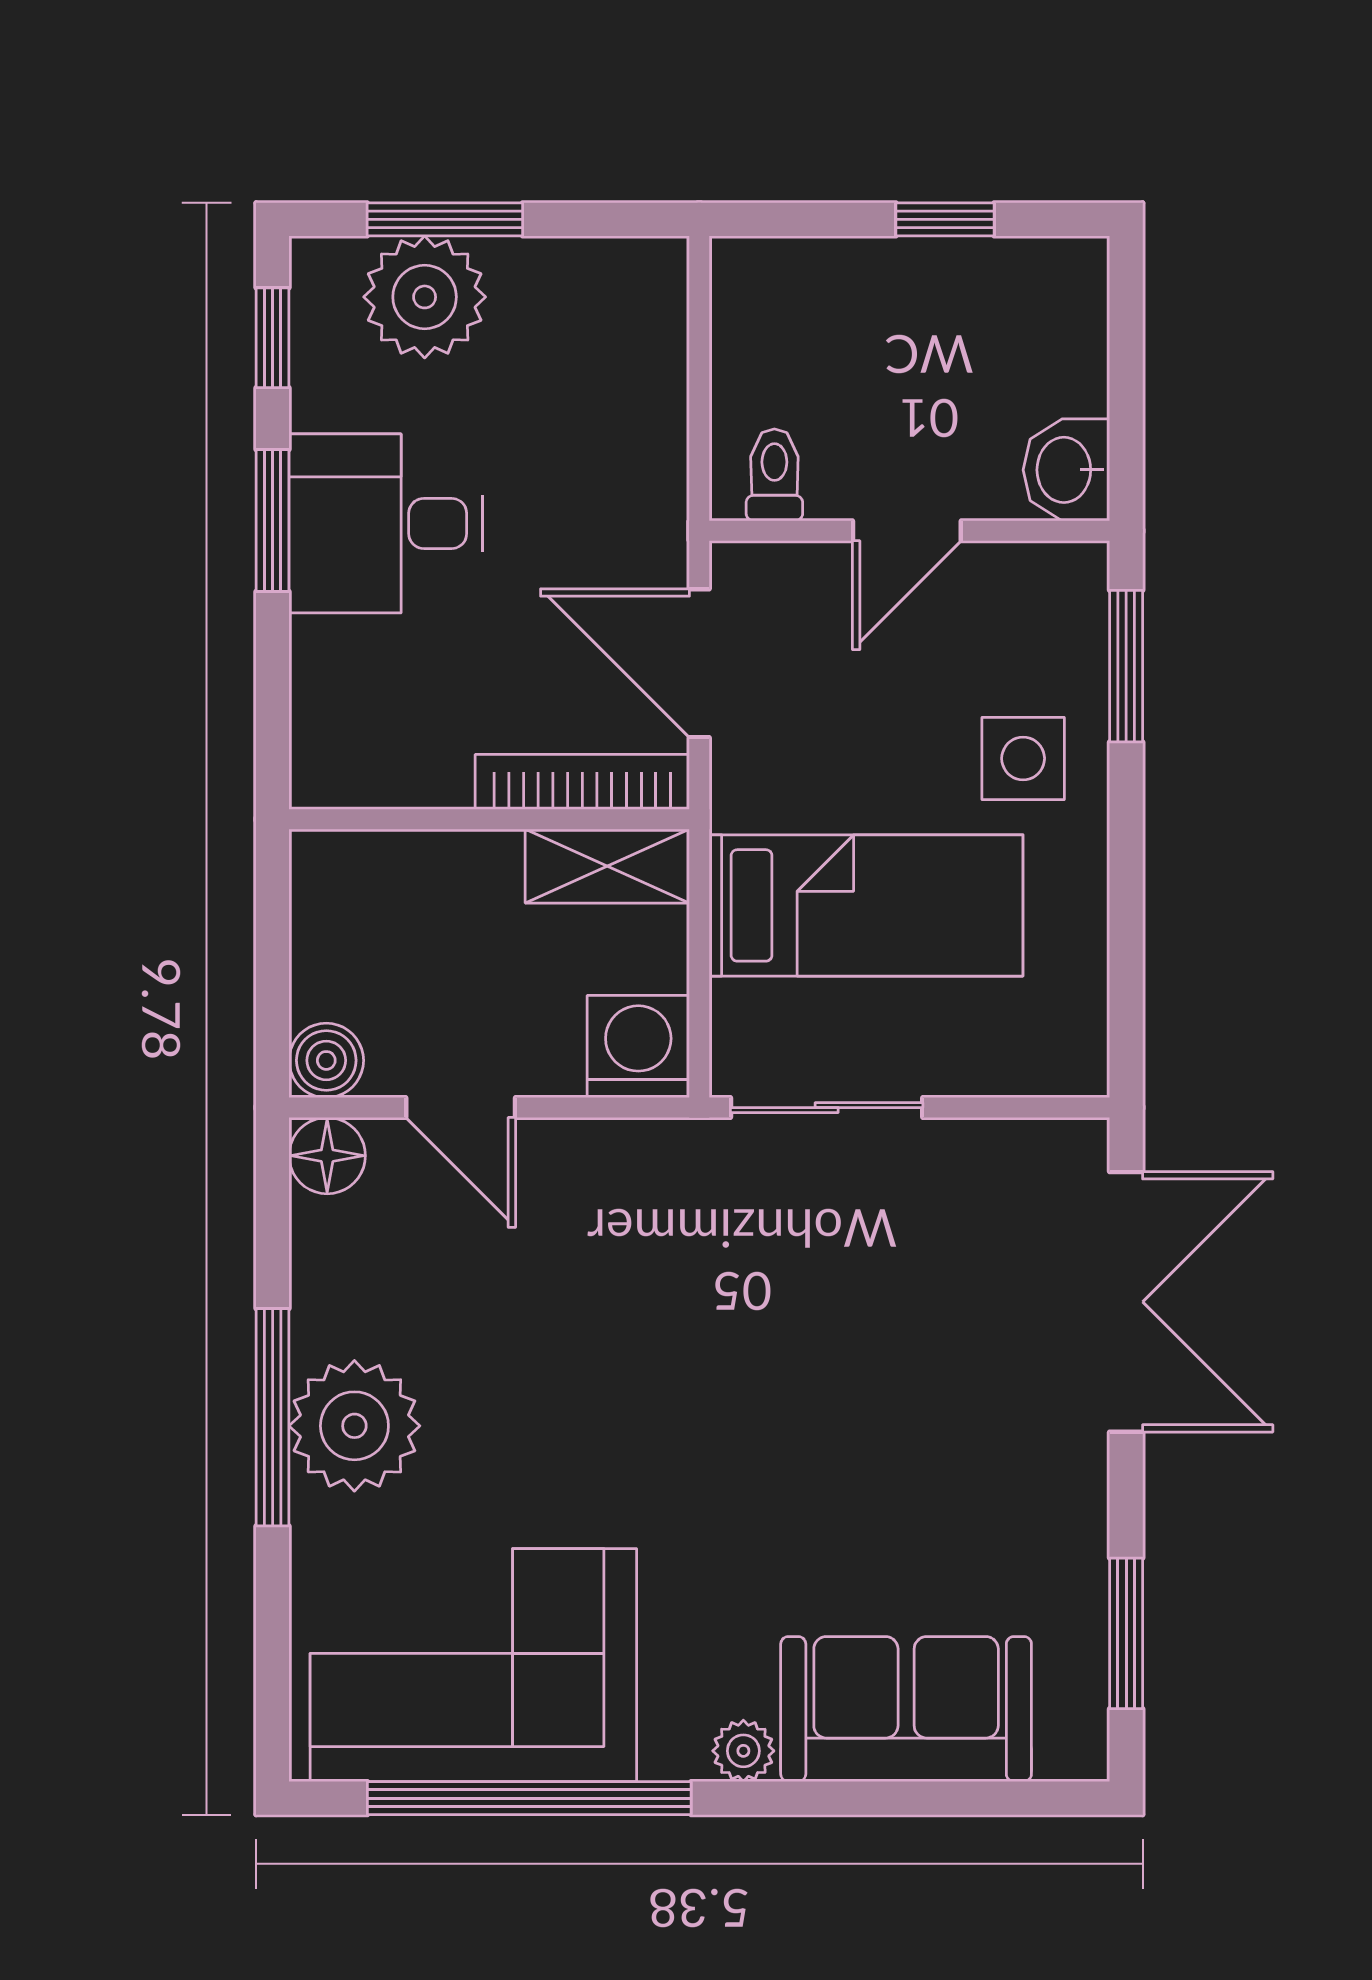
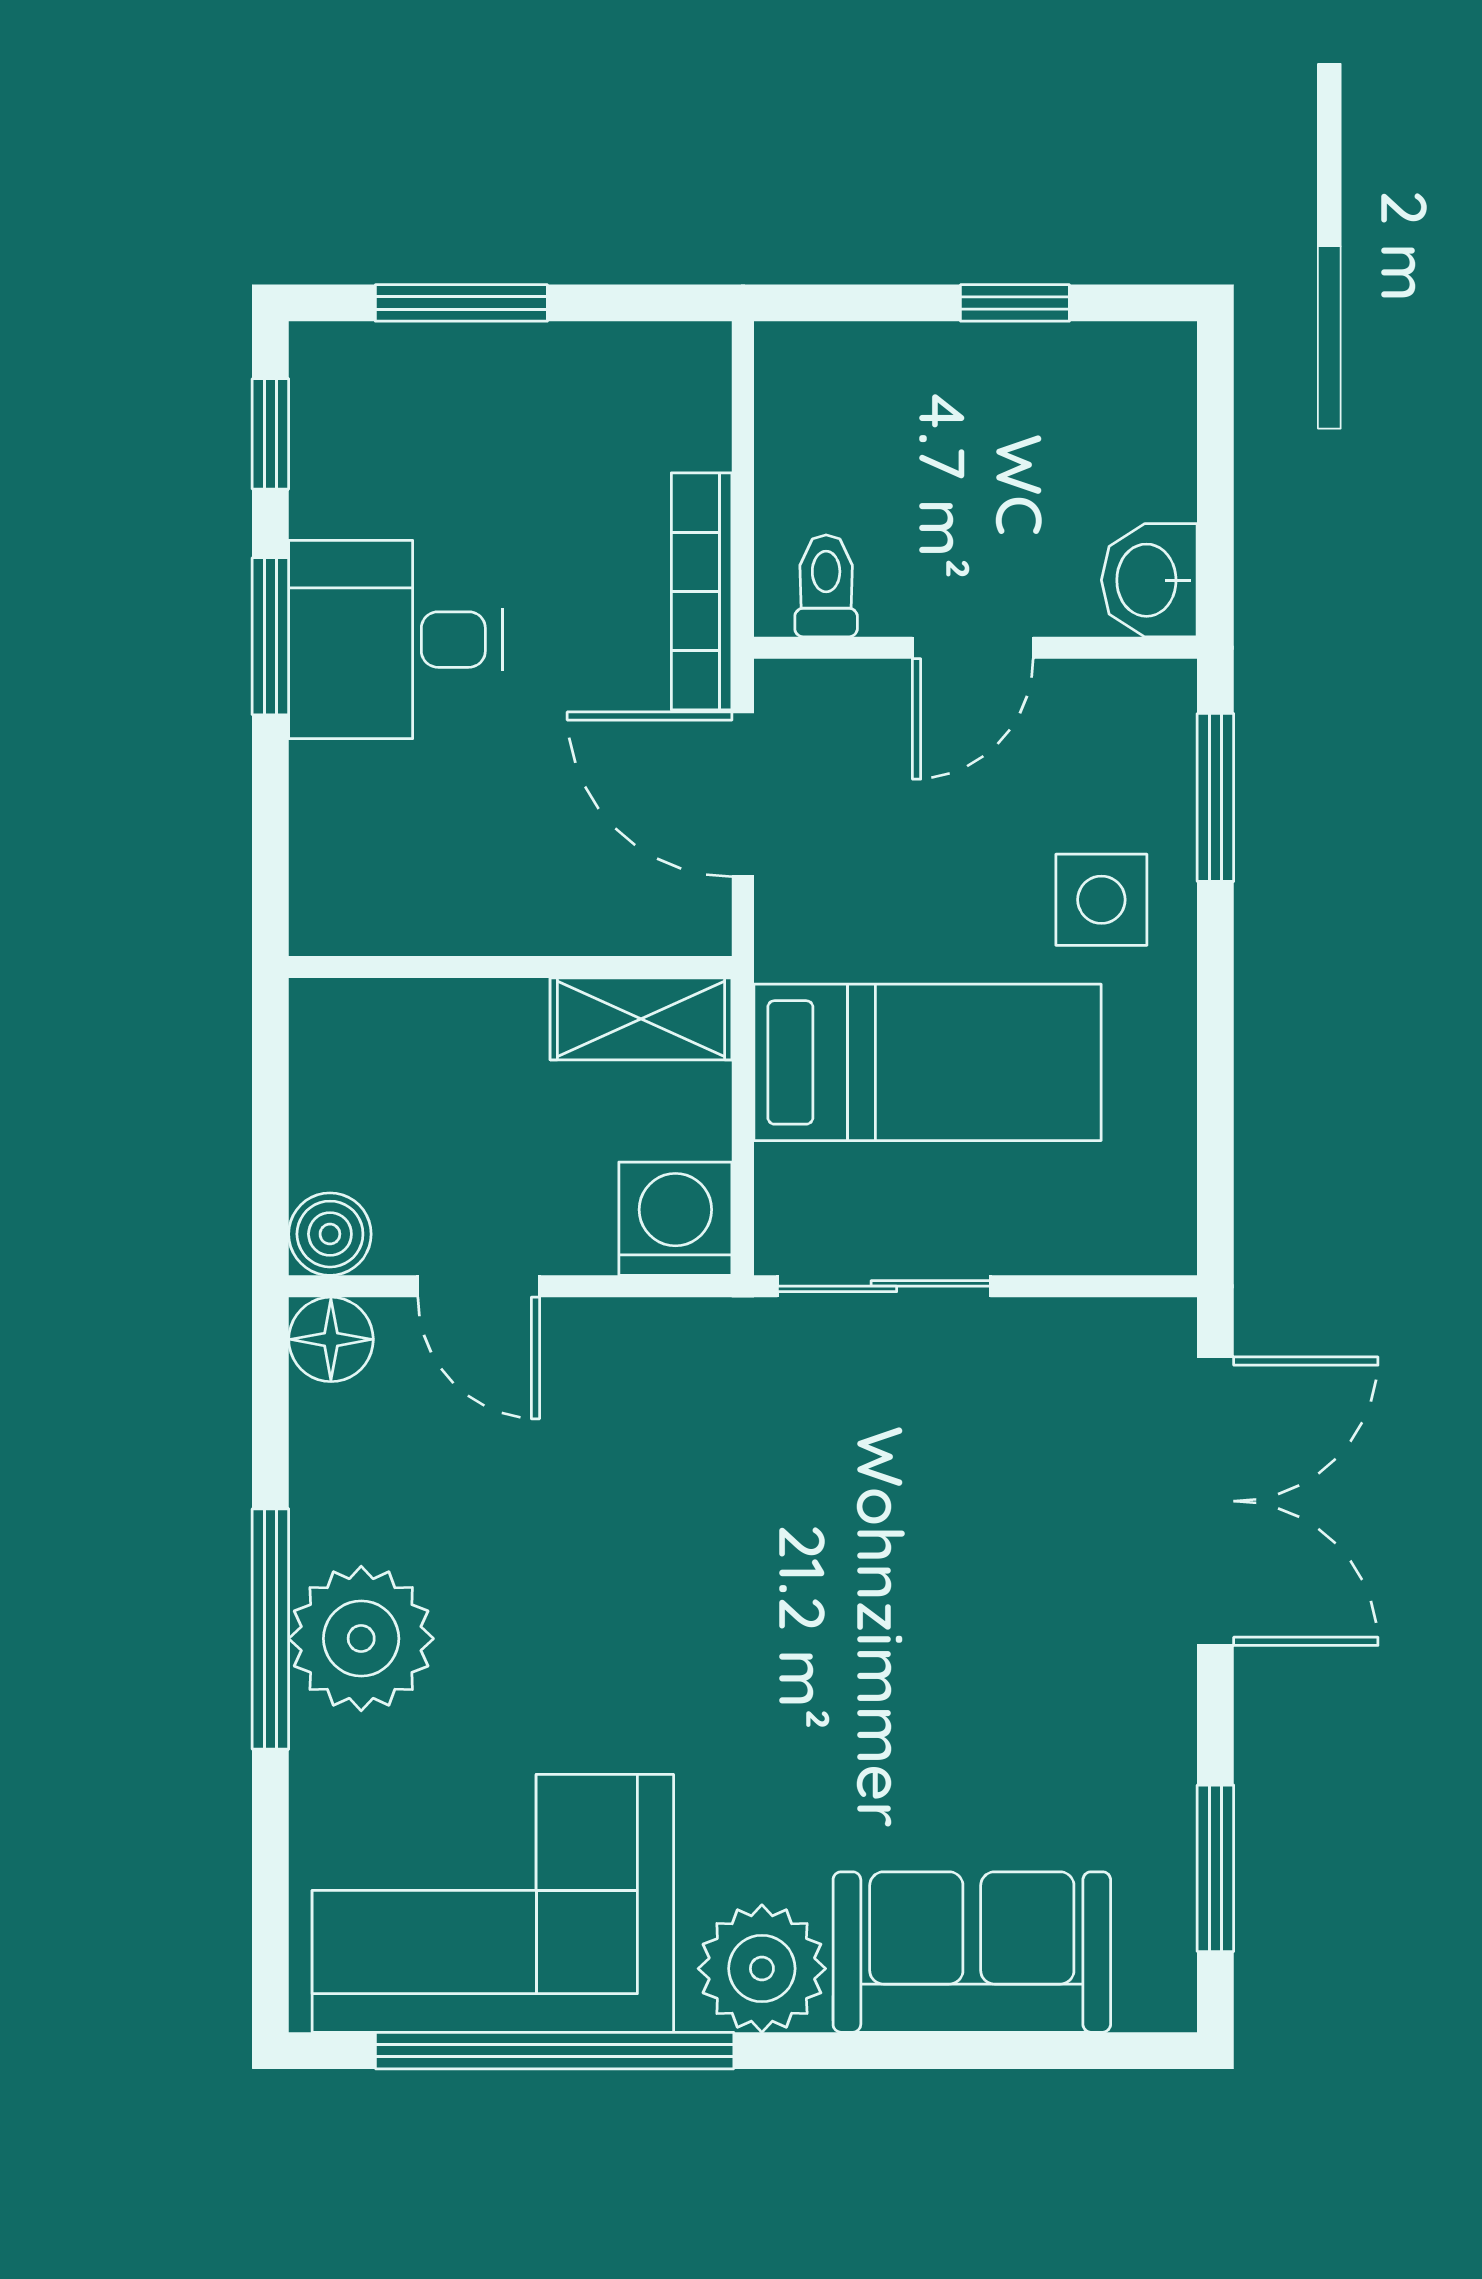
plant: (425, 297) -> (439, 389), removed
bookcase: (582, 782) -> (702, 591), moved, turned -90
plant: (743, 1751) -> (762, 1969), width x1.88, depth x1.88

